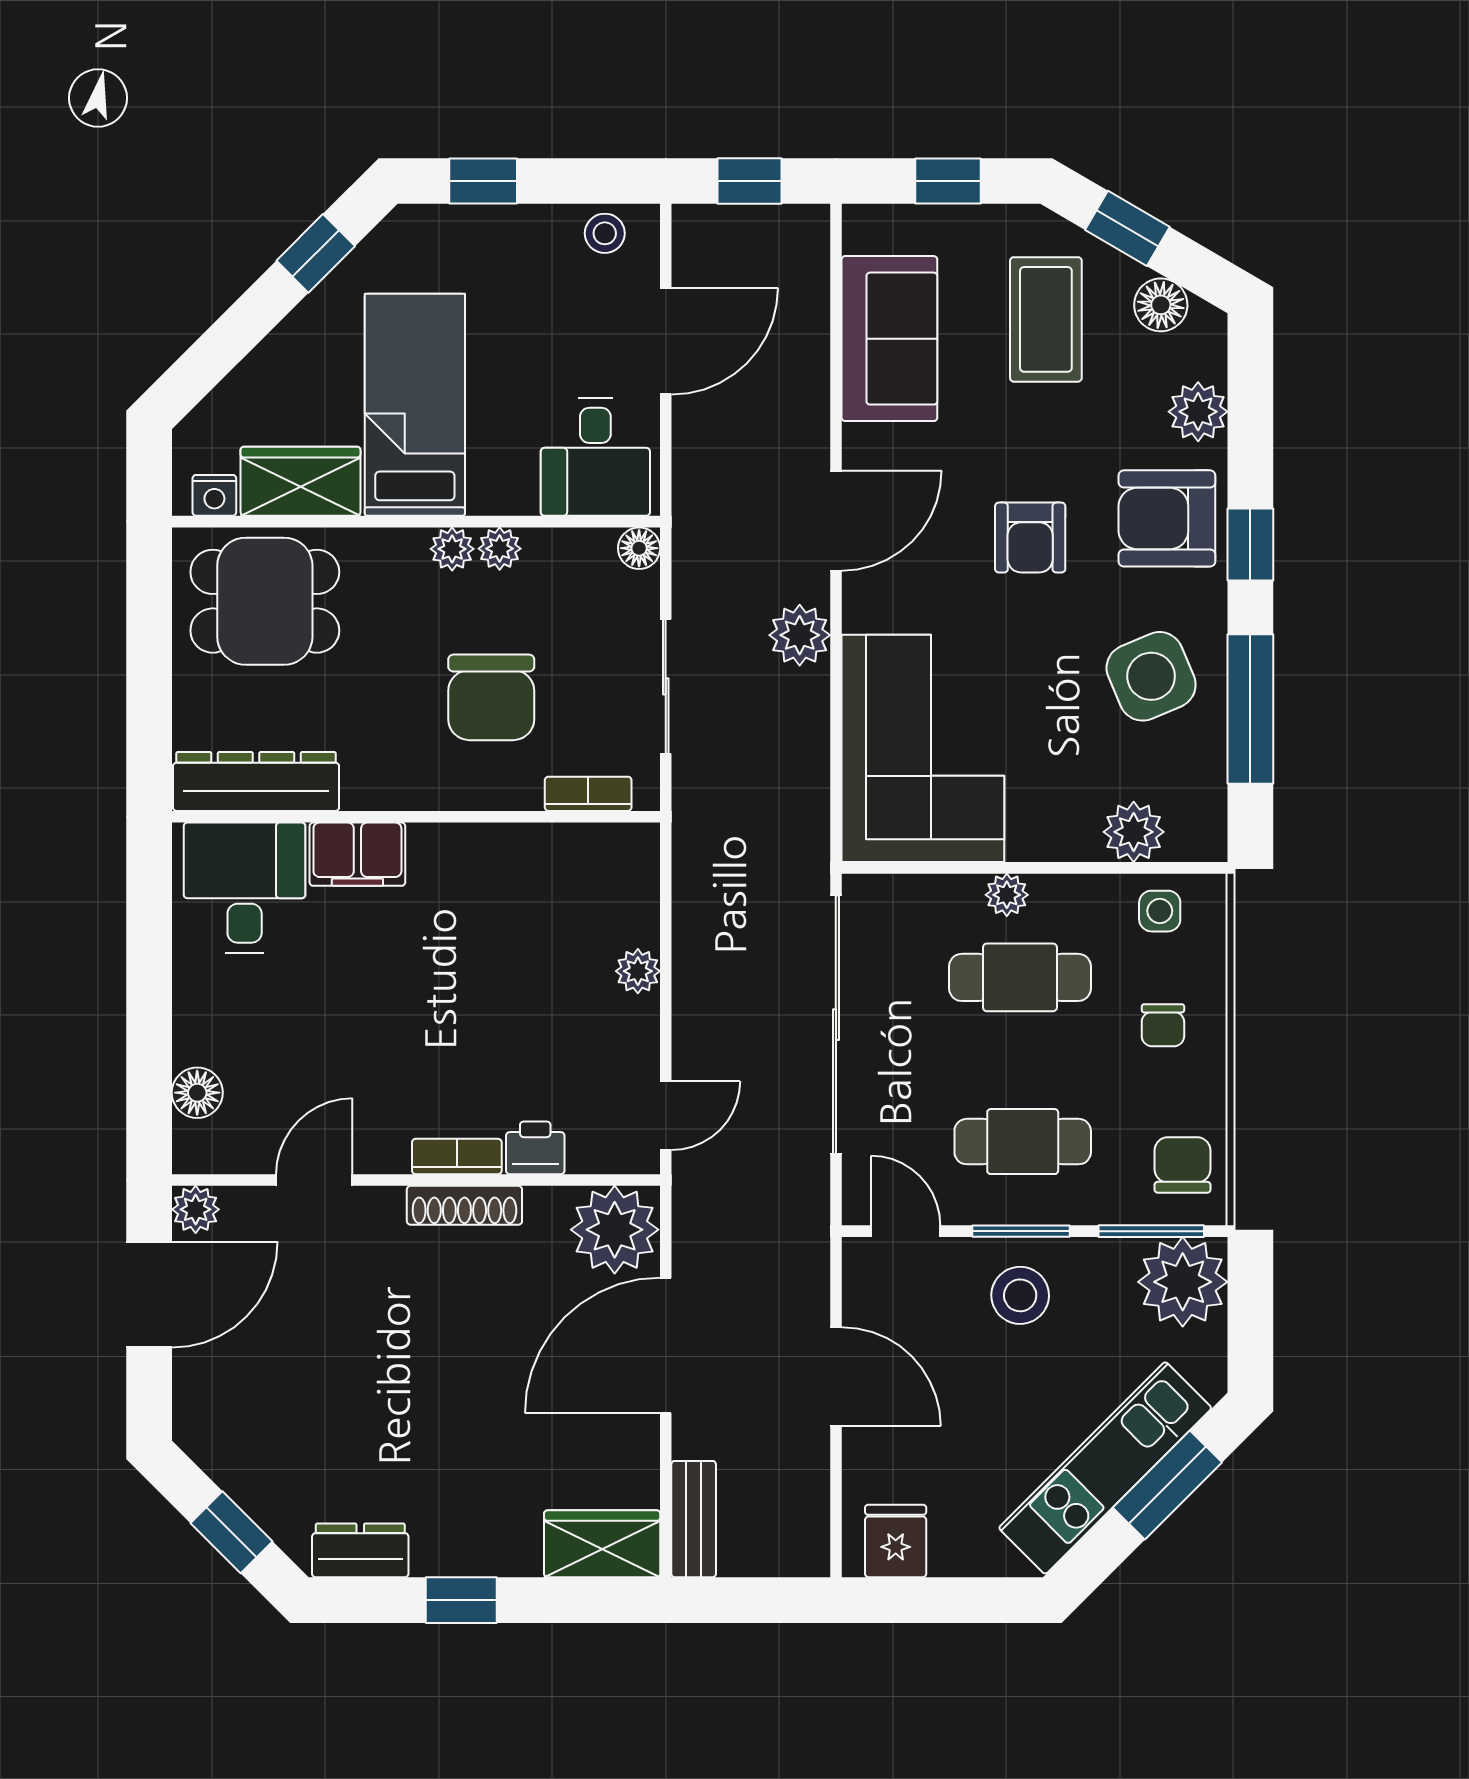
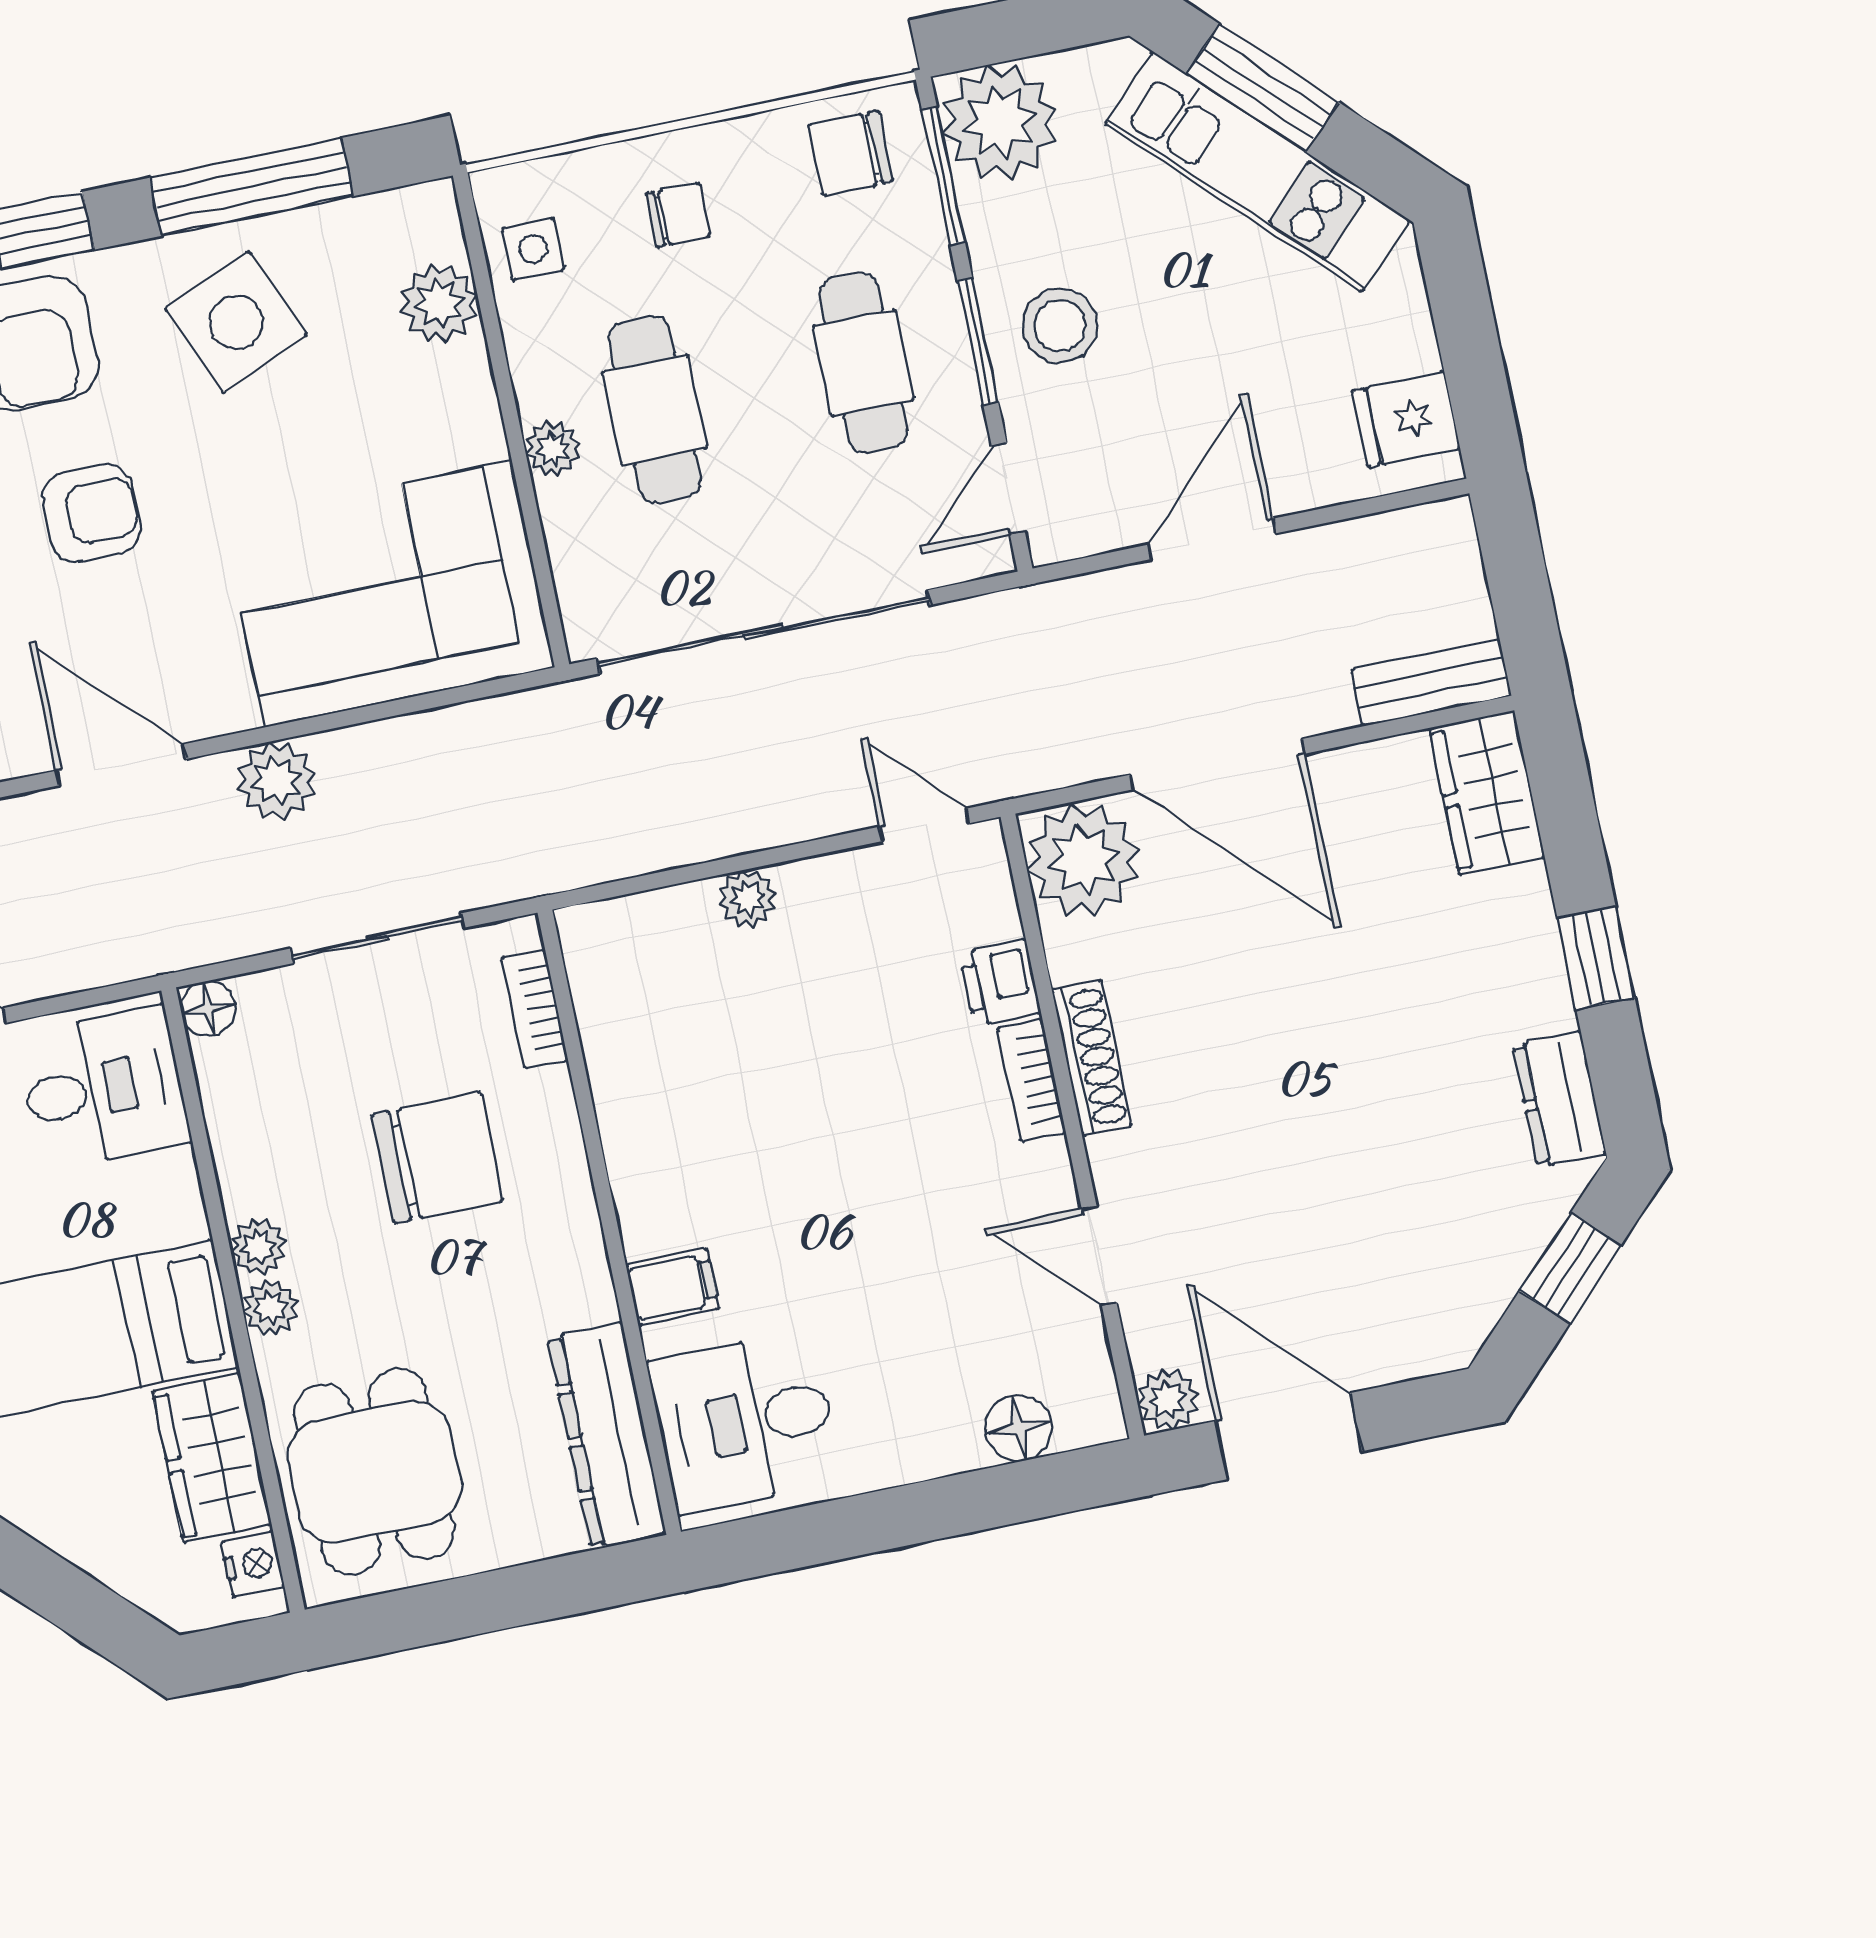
plant: (500, 549) -> (270, 1307), moved
filing cabinet: (357, 854) -> (672, 1287), width x0.50

